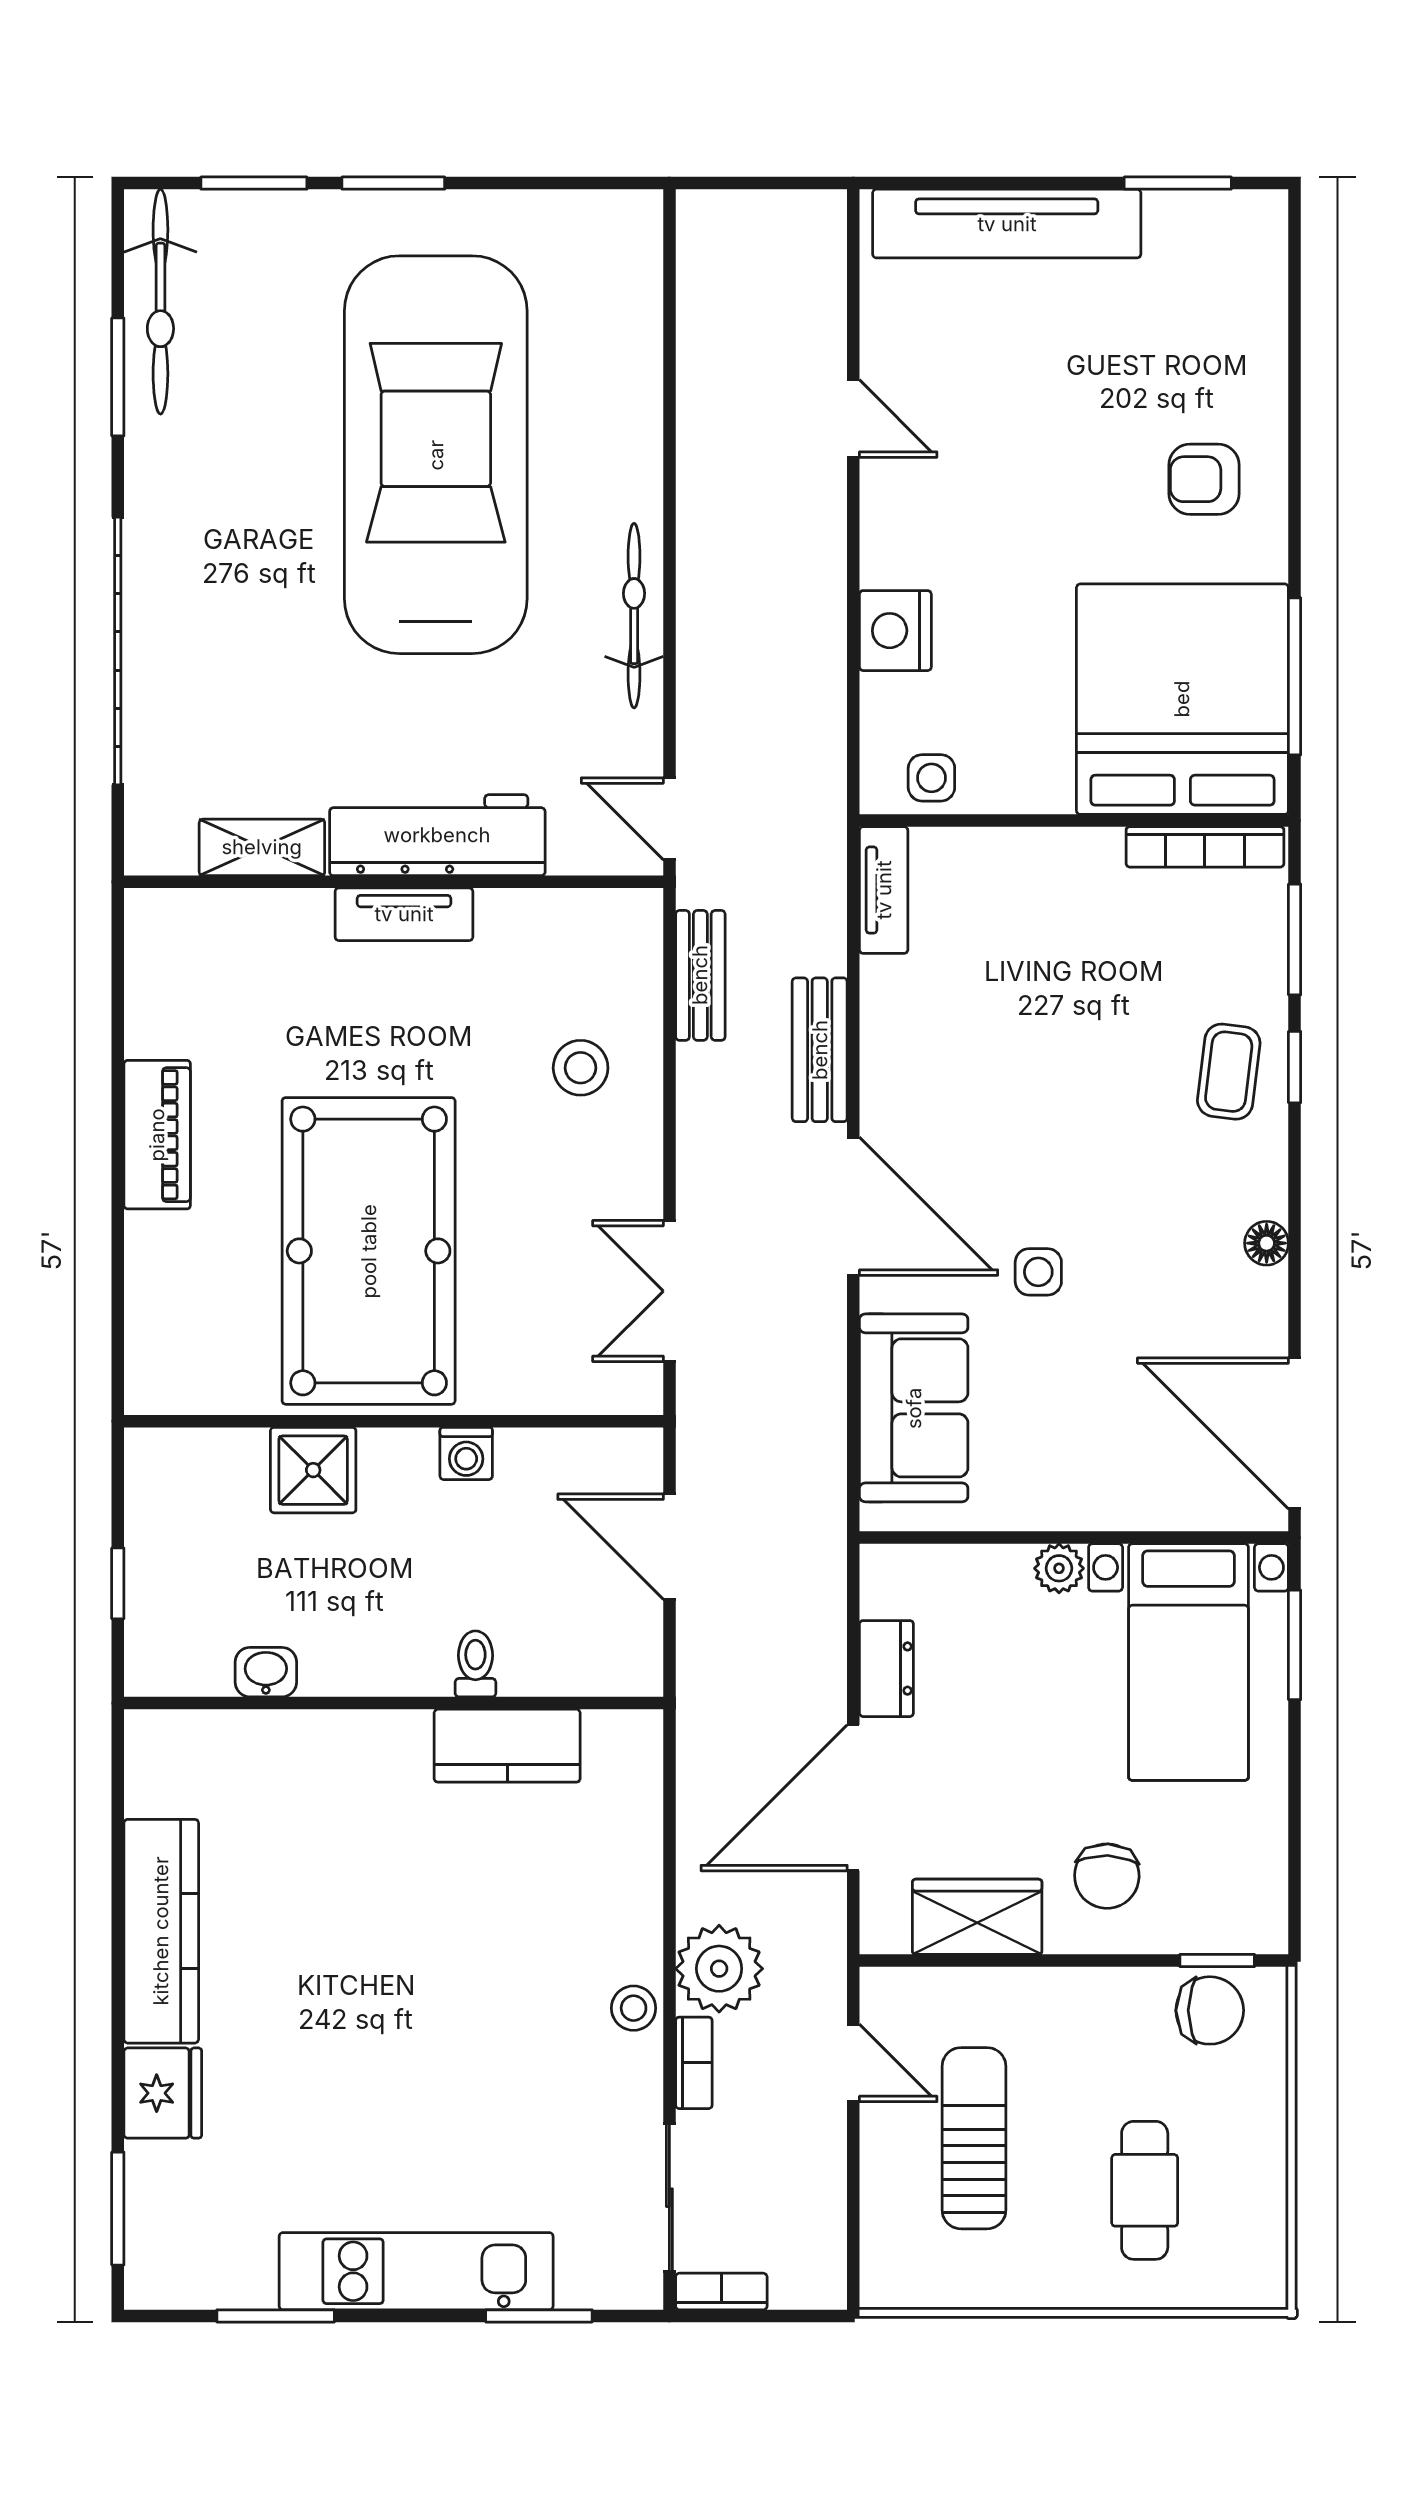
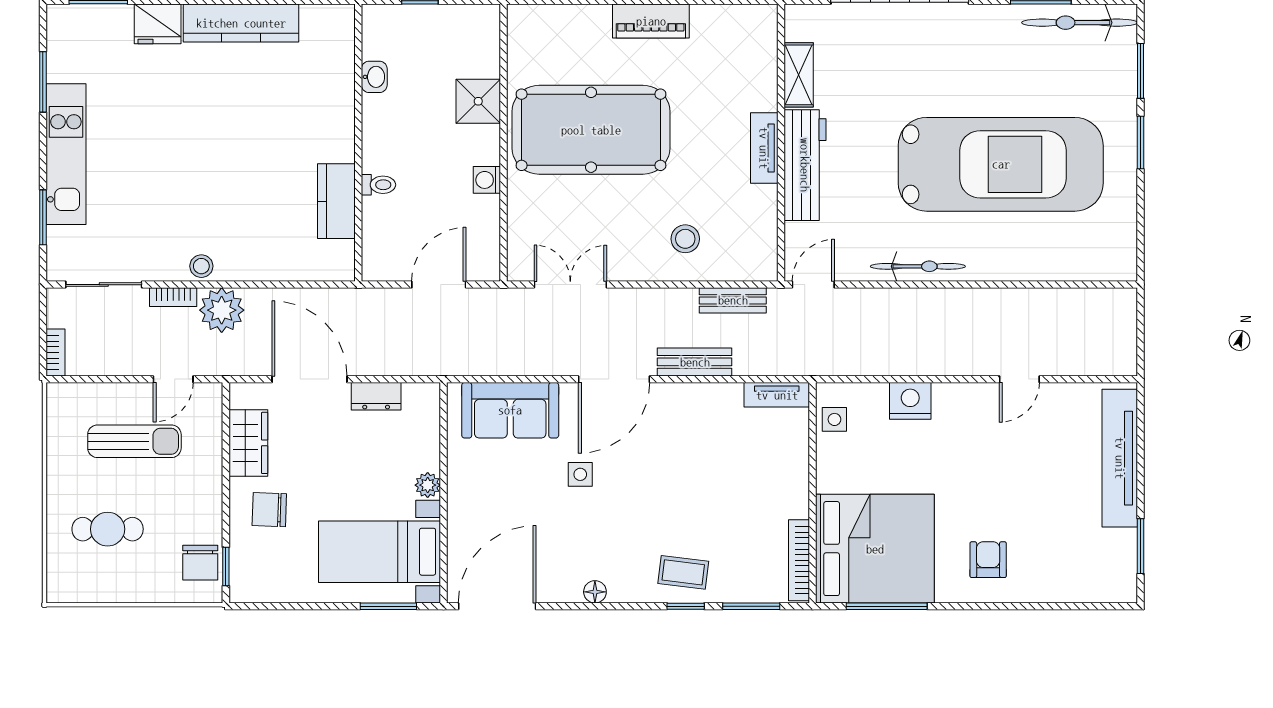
bookcase: (721, 2292) -> (56, 352), moved

